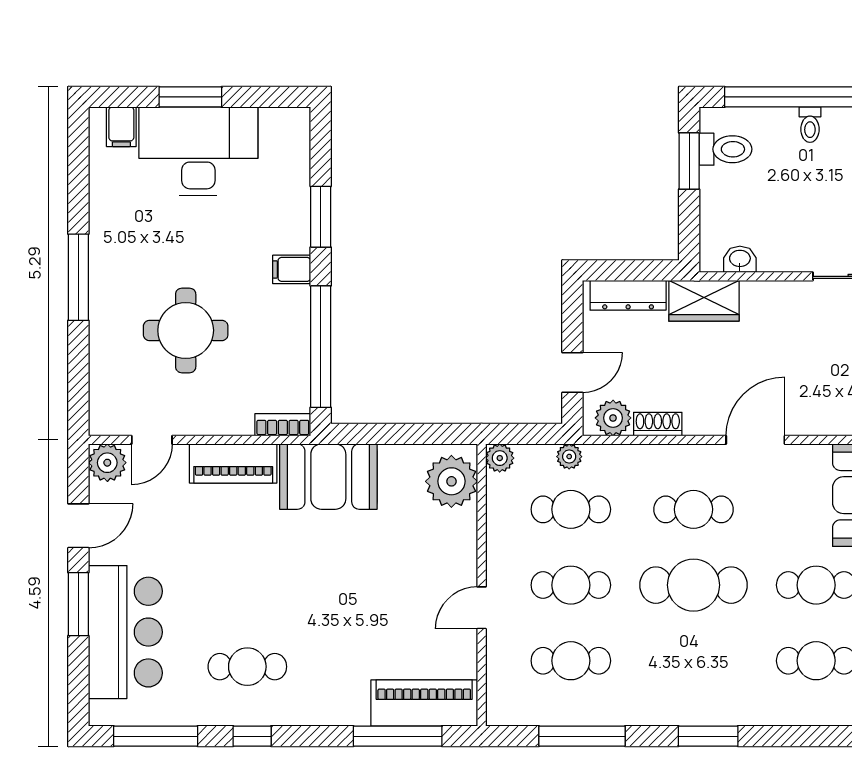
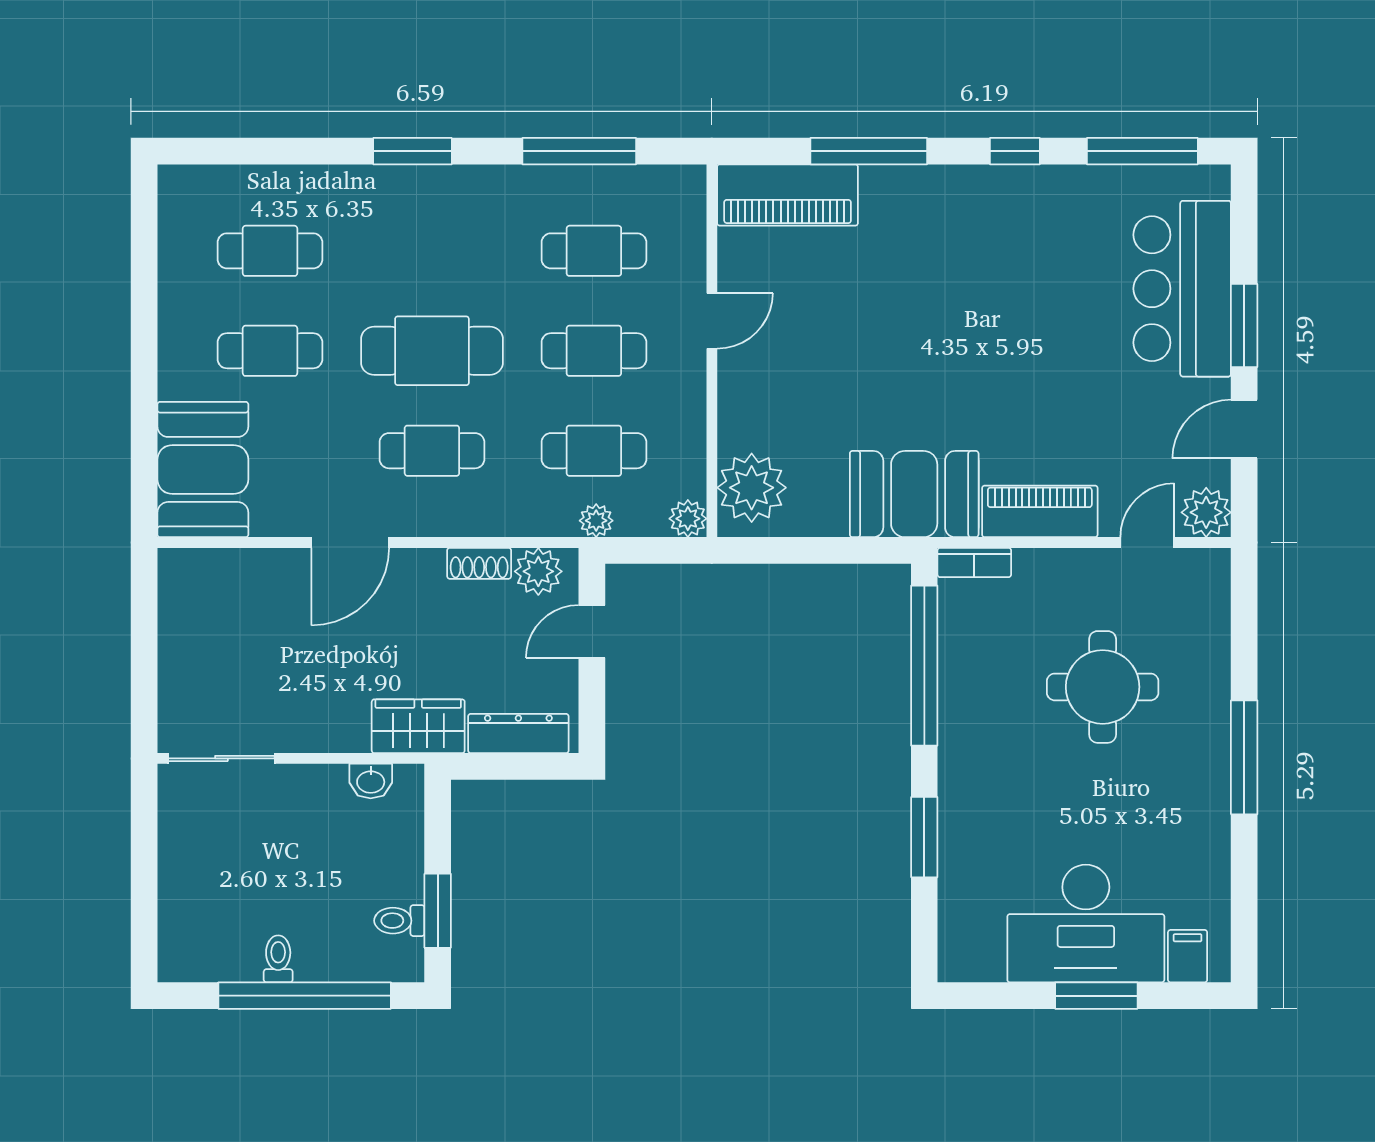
toilet: (726, 149) -> (399, 921), width x0.73, depth x0.72
filing cabinet: (292, 269) -> (963, 768), removed
cafe table: (247, 667) -> (1021, 243), removed
window: (398, 736) -> (869, 151), moved

